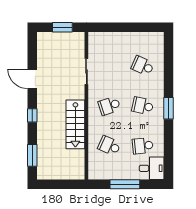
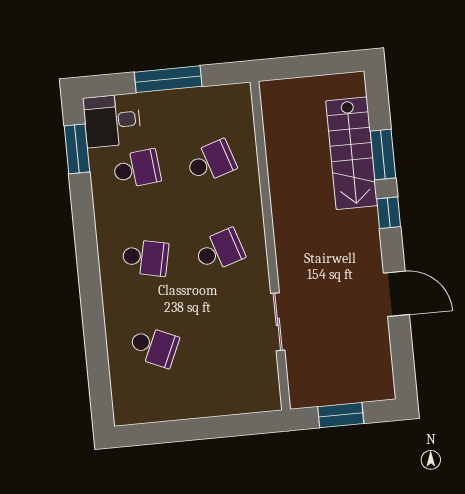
window: (168, 108) -> (77, 149), moved
stairs: (75, 124) -> (352, 153), moved, turned 180
school desk: (109, 146) -> (211, 162), turned -42
window: (32, 155) -> (383, 155), moved

